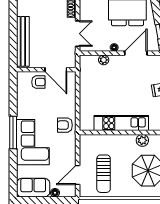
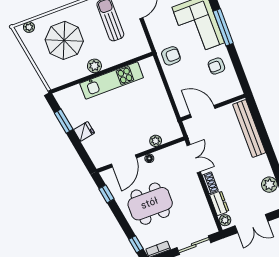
double door: (78, 34) -> (194, 159), swing flipped
armchair: (38, 82) -> (216, 66), moved
plant: (142, 140) -> (94, 66), moved

